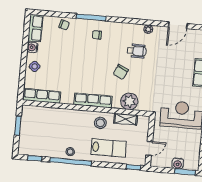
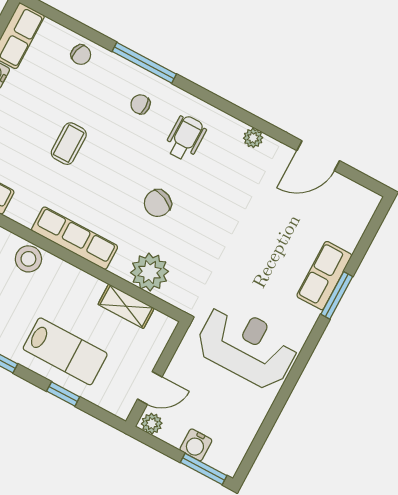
wheelchair: (137, 51) -> (185, 138), moved, turned -90
coffee table: (74, 63) -> (69, 144), added
stool: (100, 123) -> (28, 259), moved
plant: (156, 162) -> (152, 424), added
window: (133, 167) -> (63, 394), moved

